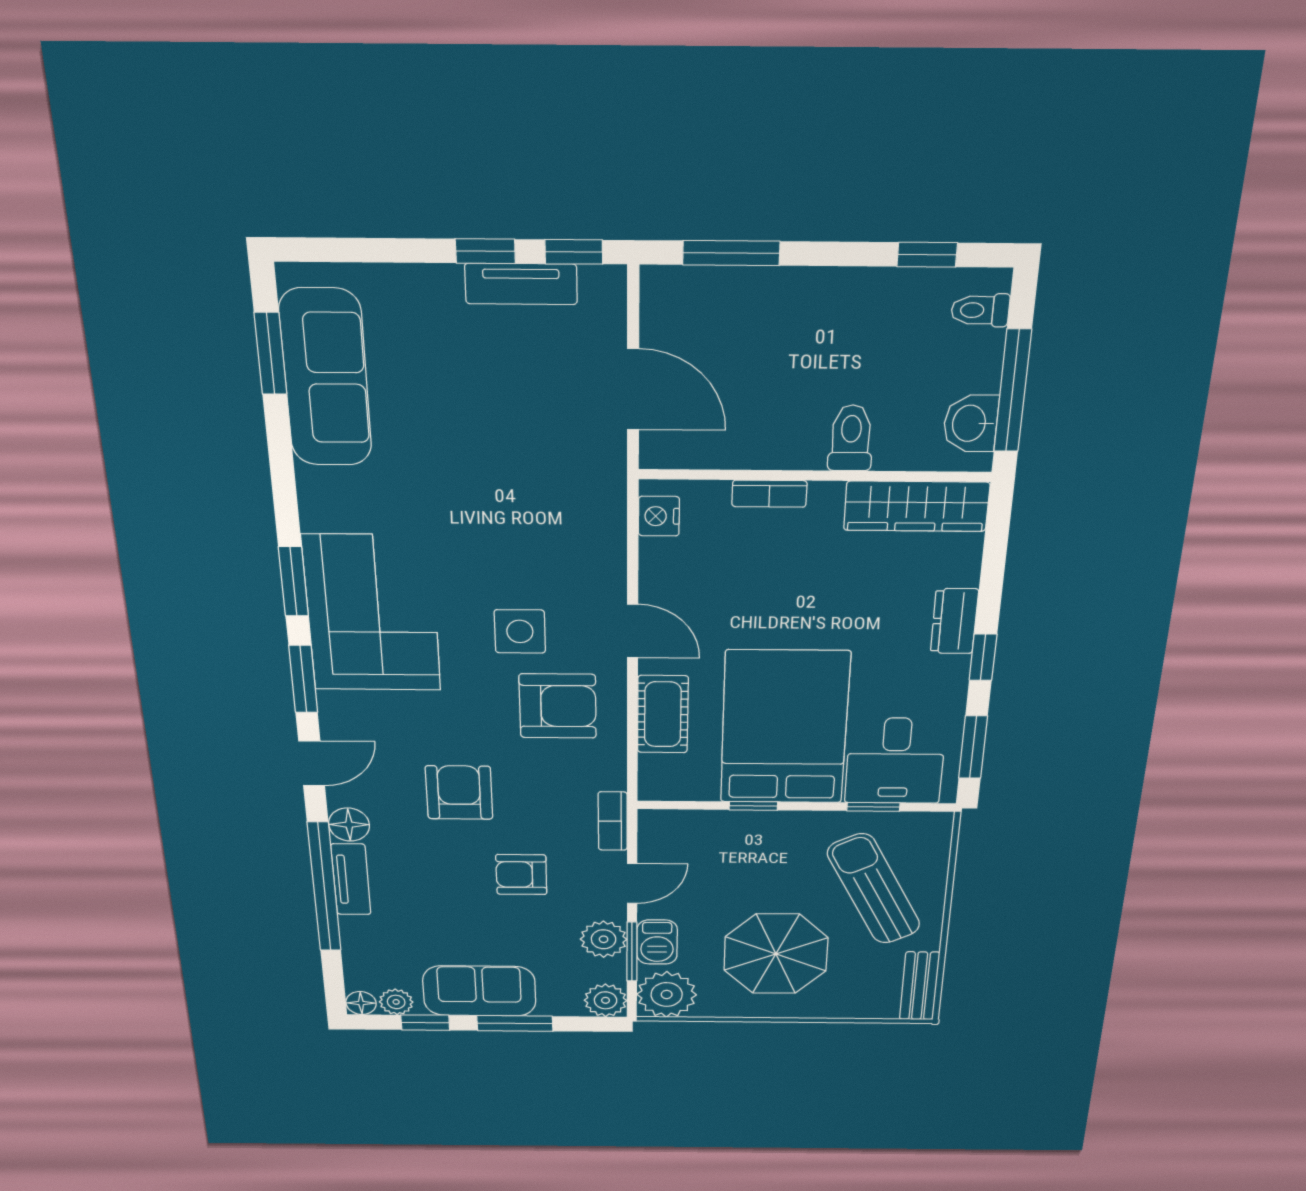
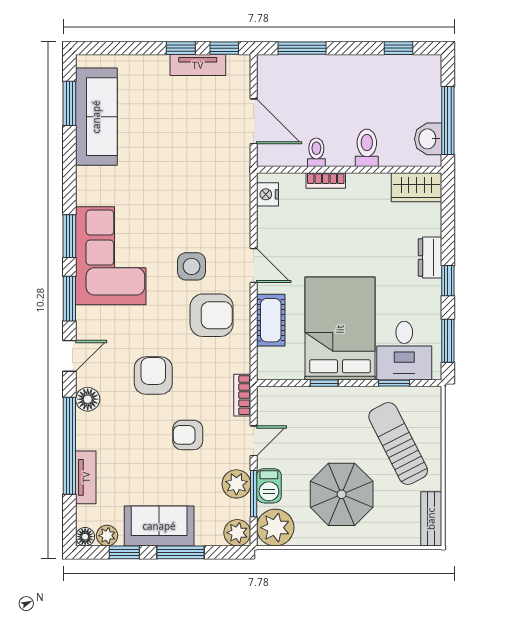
toilet: (980, 310) -> (316, 152), moved, turned 90
wardrobe: (916, 506) -> (417, 187), width x0.67
tv unit: (351, 879) -> (86, 477), moved

